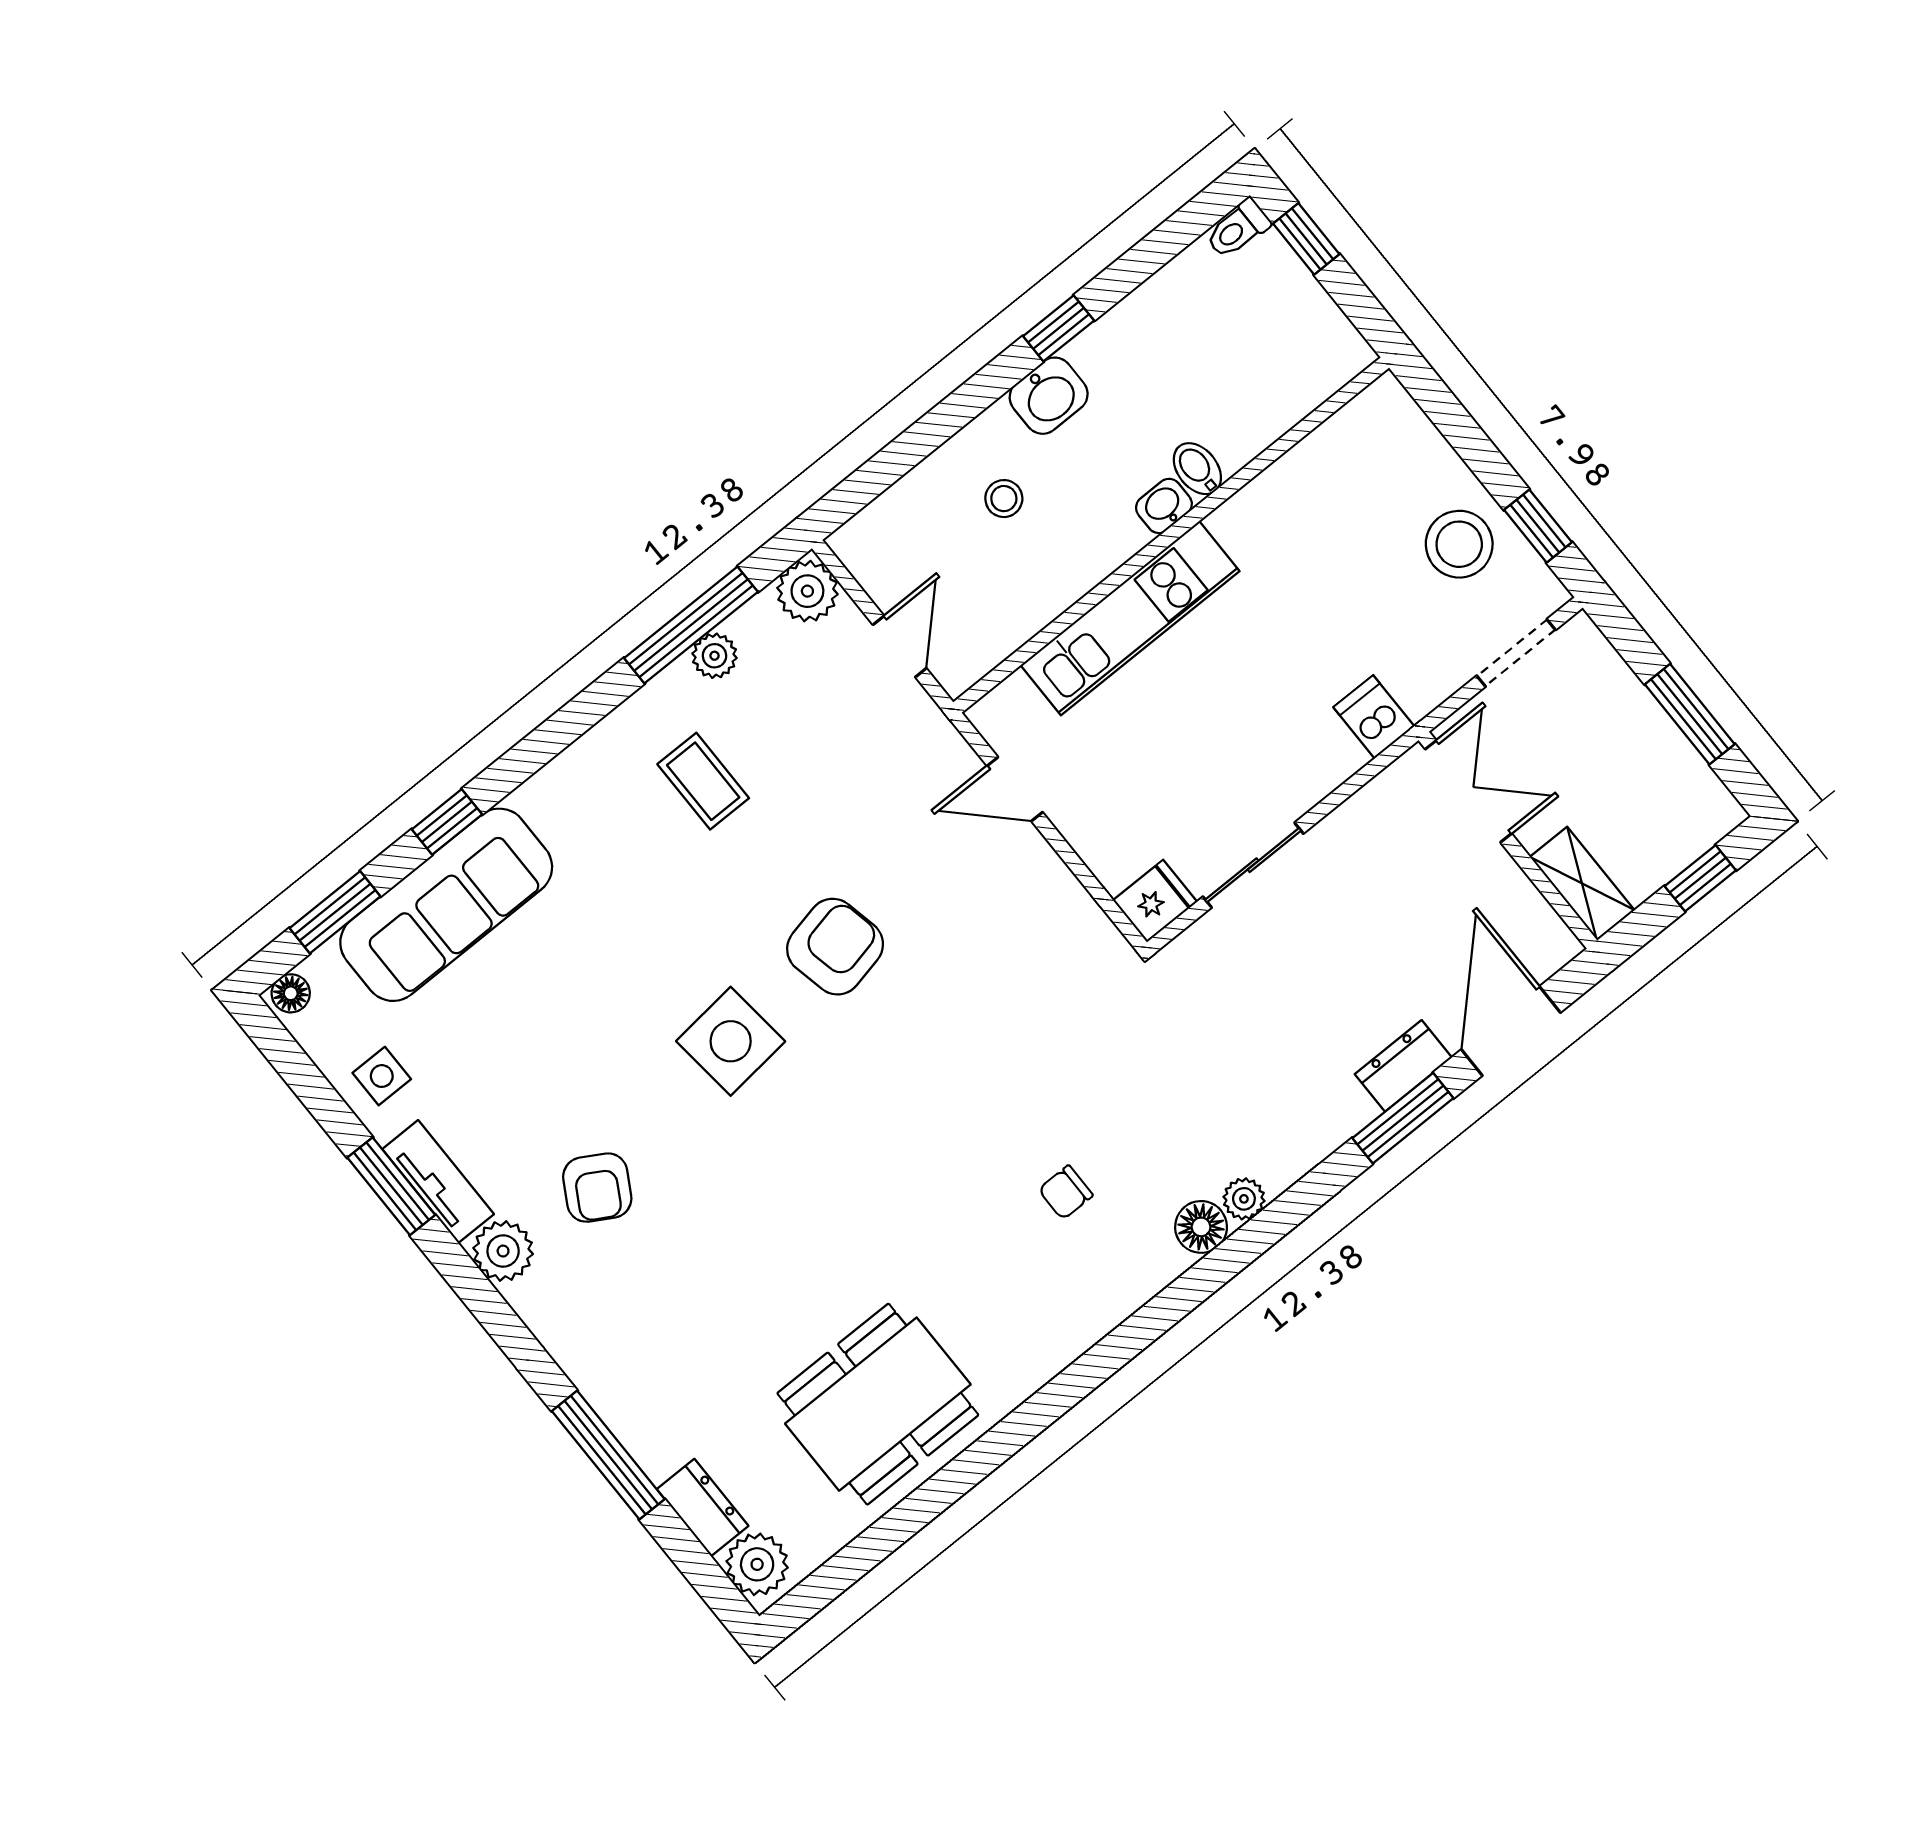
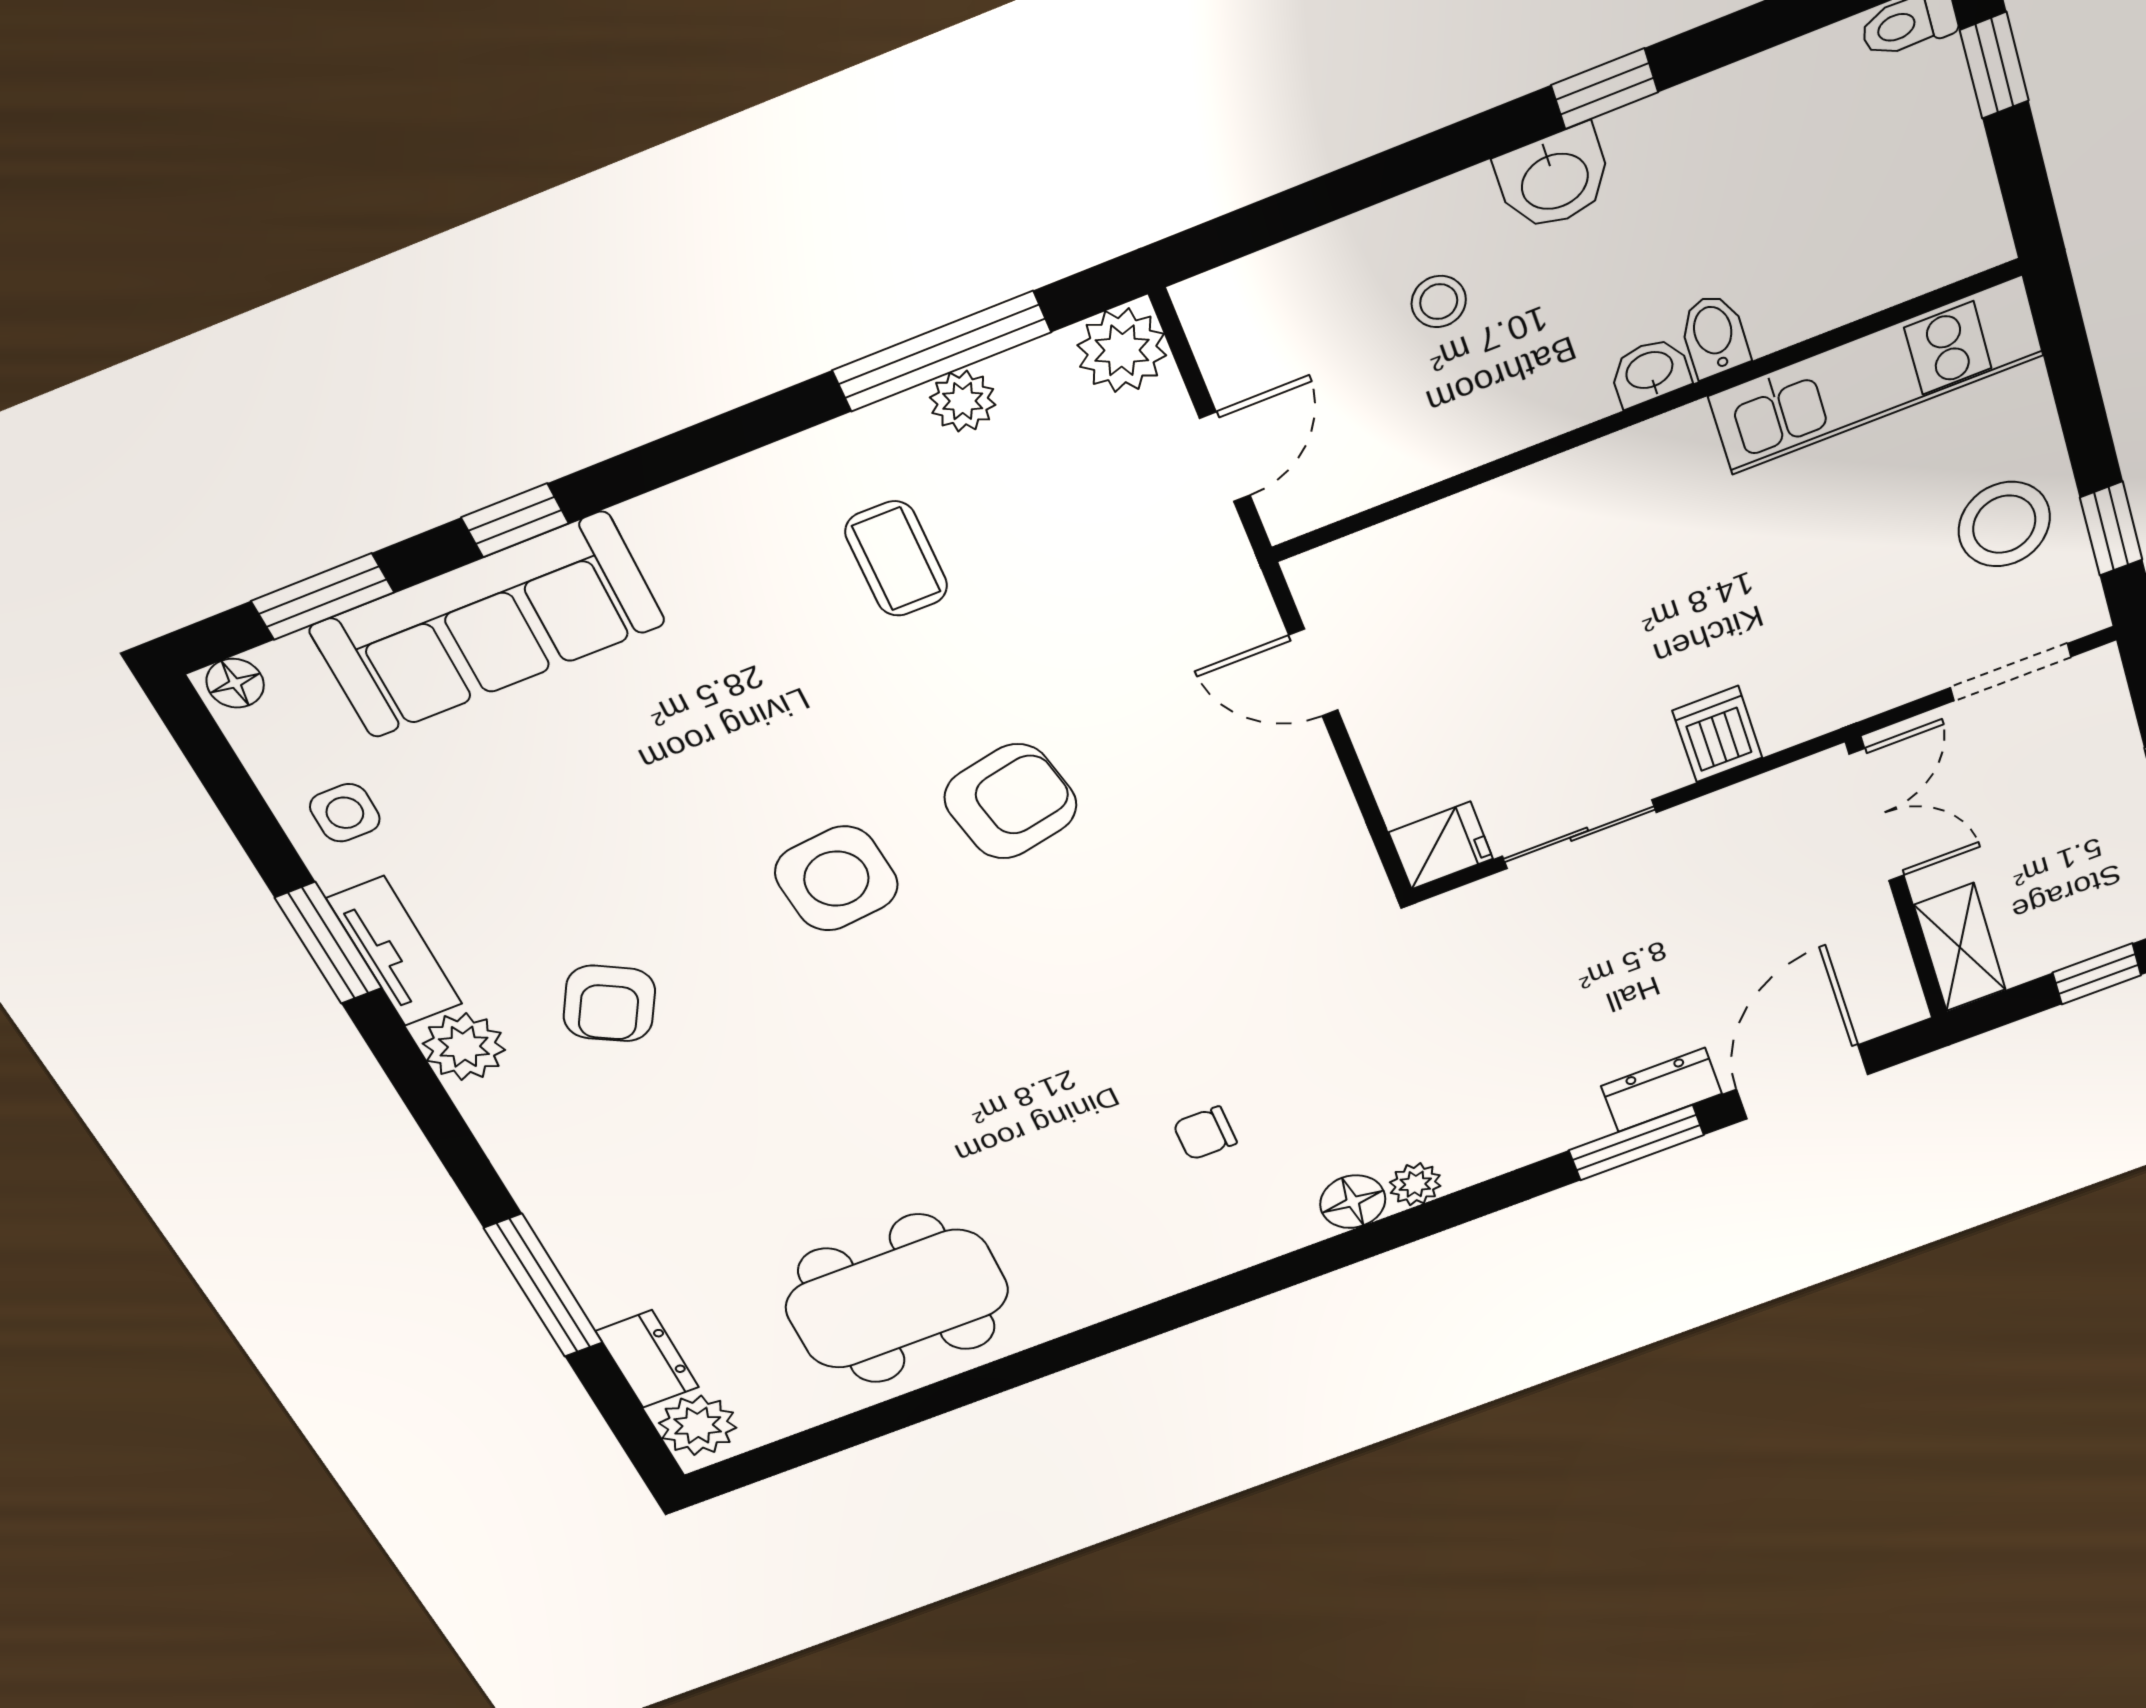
kitchen unit: (1130, 618) -> (1876, 376), moved
dishwasher: (1374, 717) -> (1717, 734), moved

